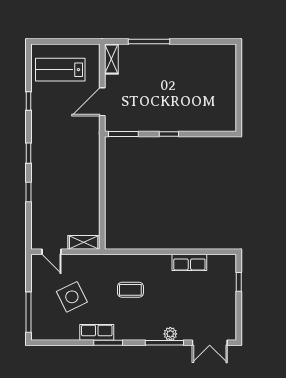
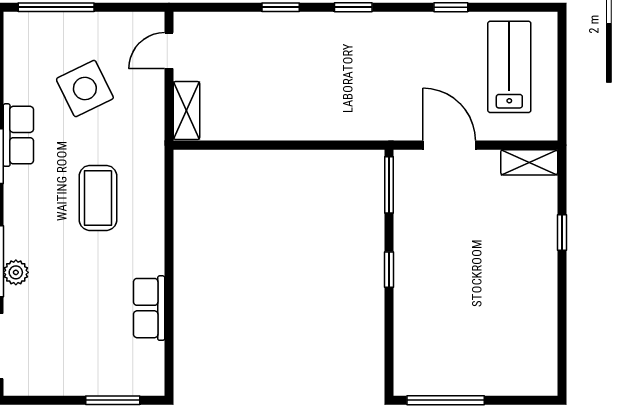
window: (149, 41) -> (562, 232), width x0.46
window: (239, 104) -> (446, 400), added
window: (239, 282) -> (113, 400), width x1.50
coffee table: (130, 290) -> (98, 198), width x1.36, depth x1.30

